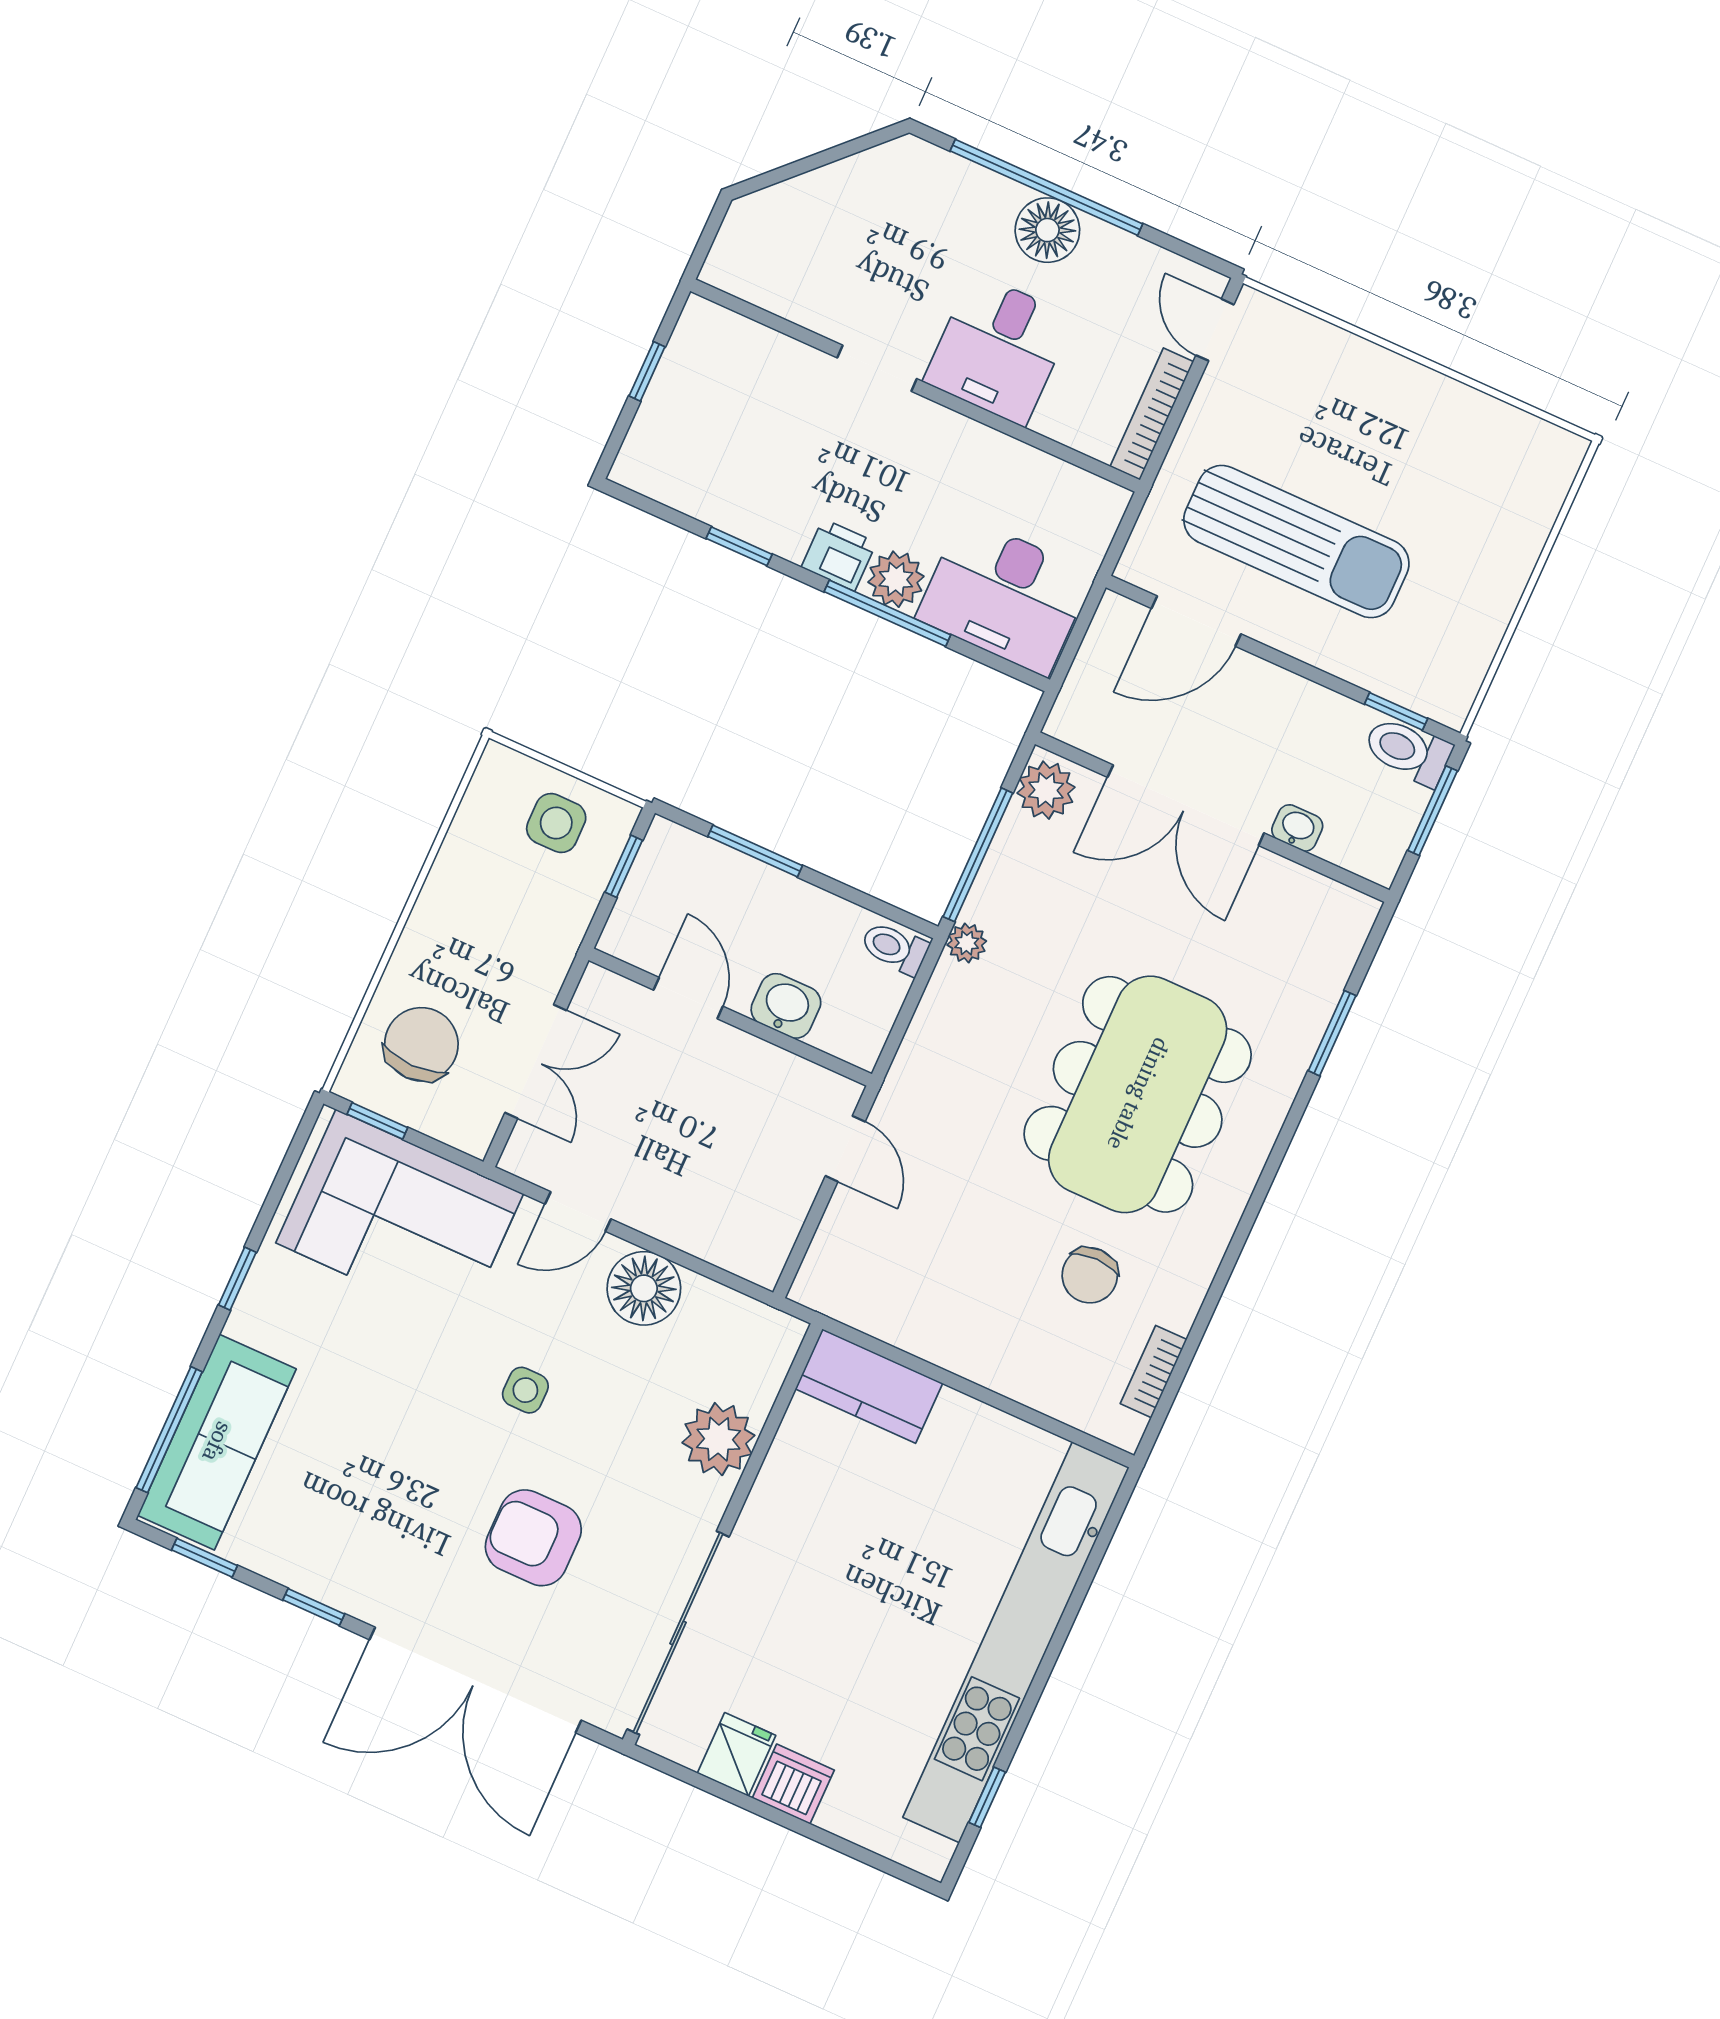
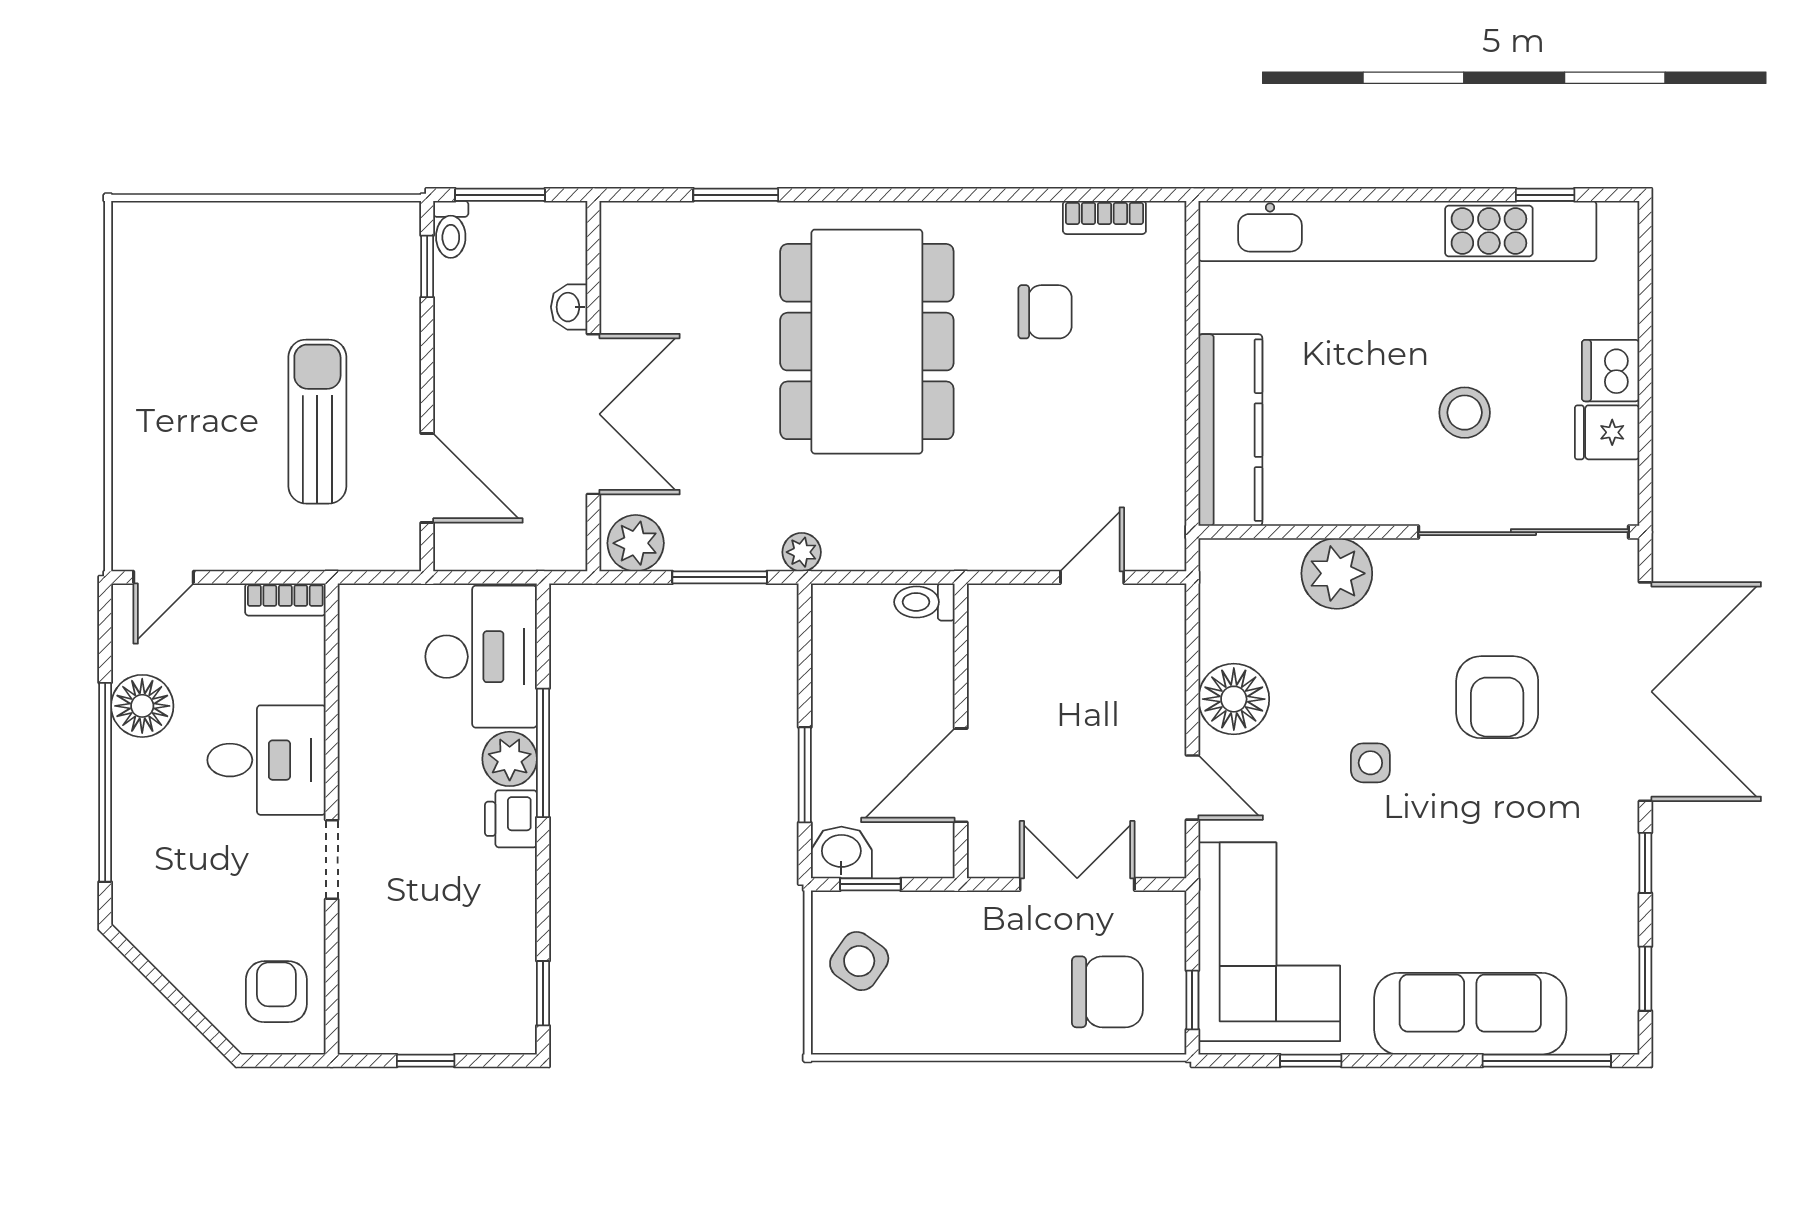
floor lamp: (1047, 230) -> (142, 706), moved
armchair: (776, 260) -> (276, 992), added
bookcase: (1152, 414) -> (285, 599), width x0.64
sun lounger: (1296, 542) -> (317, 422), width x0.73, depth x0.75
window: (739, 546) -> (543, 993), moved
toilet: (1408, 751) -> (451, 229), width x0.73, depth x0.72
side table: (556, 823) -> (859, 961), turned 35
window: (978, 855) -> (720, 577), width x0.69
toilet: (895, 948) -> (924, 602), moved, turned 90
door: (688, 998) -> (961, 775), width x1.38
washbasin: (786, 1006) -> (841, 852), moved, turned 90
chair: (421, 1044) -> (1107, 992), turned 180
dining table: (1138, 1094) -> (867, 342), turned 90
door: (845, 1149) -> (1092, 577), moved
window: (237, 1279) -> (1311, 1061), moved
kitchen counter: (869, 1386) -> (1230, 430), width x1.50
sofa: (217, 1442) -> (1470, 1014), moved
stool: (816, 1628) -> (1465, 413), added

